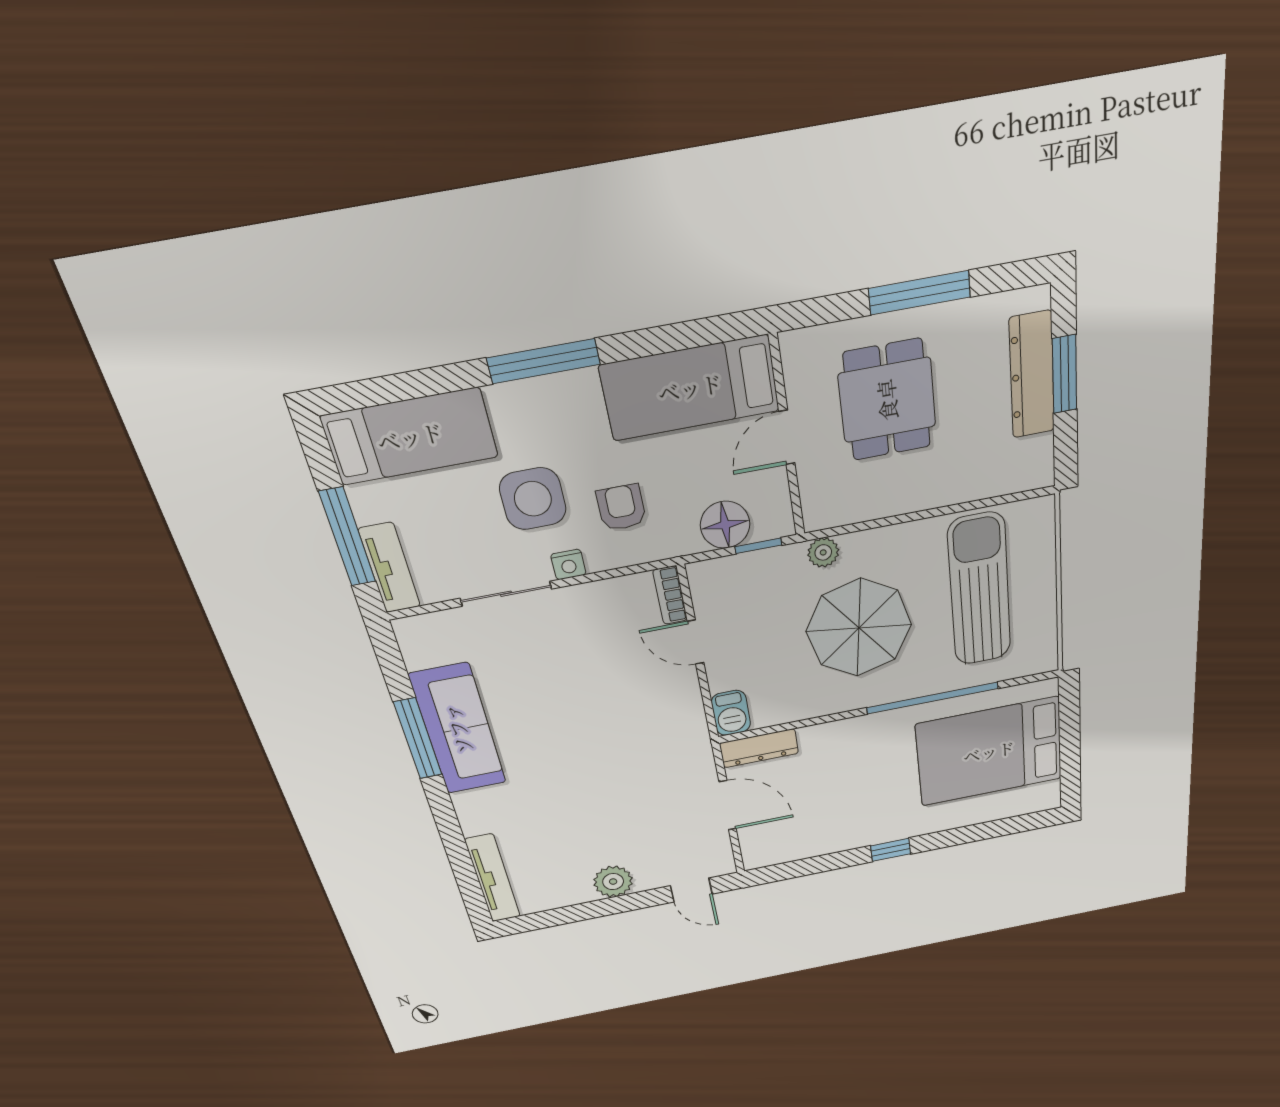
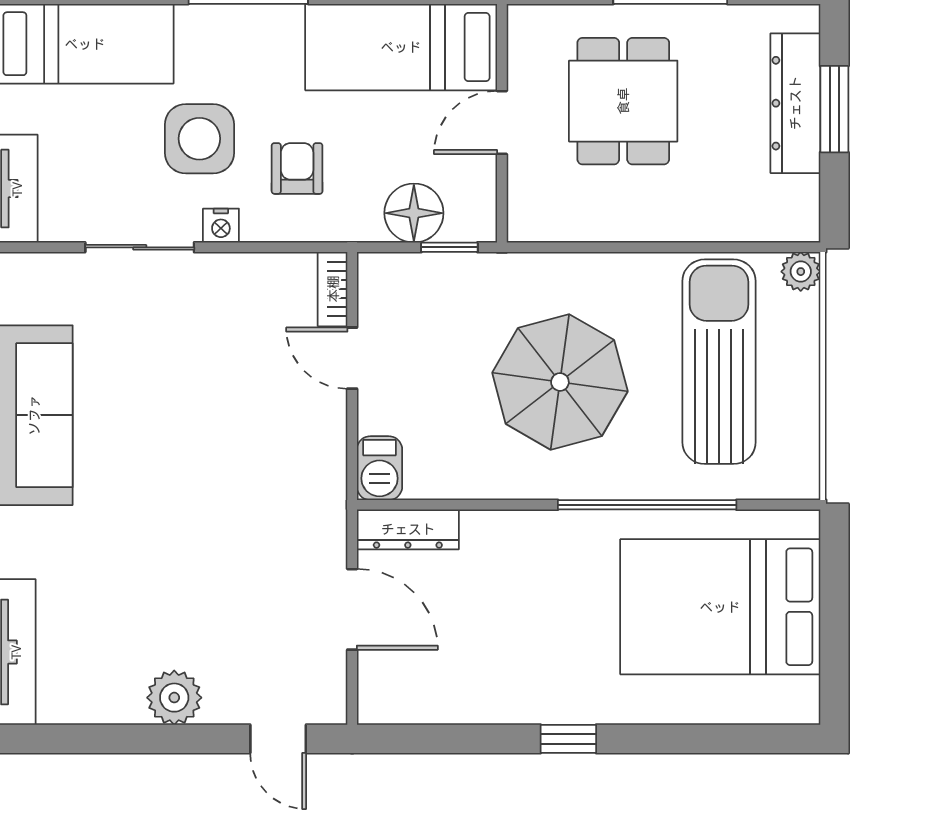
plant: (823, 552) -> (801, 272), moved

